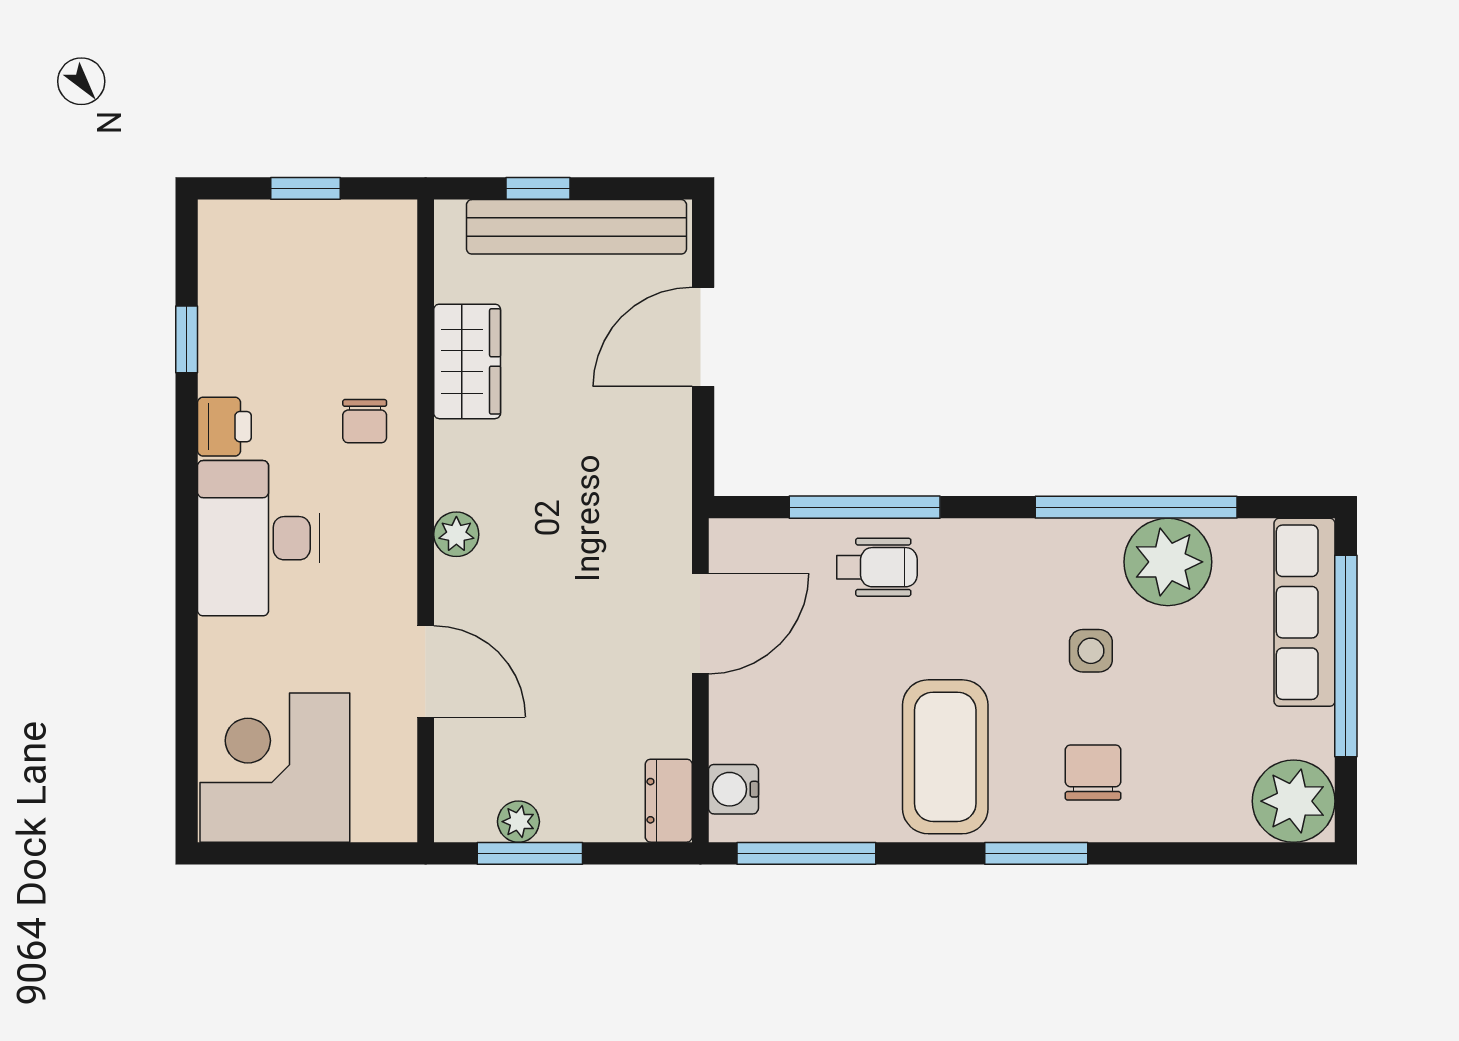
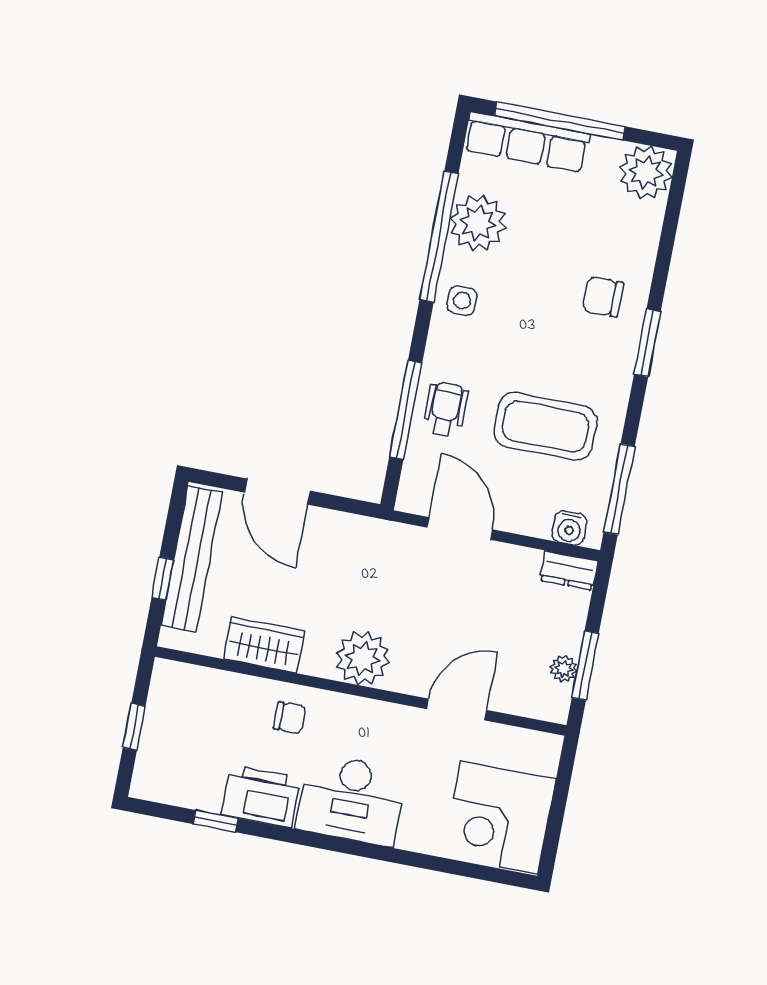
printer: (224, 427) -> (261, 796), width x1.87, depth x1.48
plant: (456, 534) -> (363, 658), width x1.87, depth x1.87
side table: (1091, 651) -> (462, 301), moved
coffee table: (945, 757) -> (545, 426), moved

